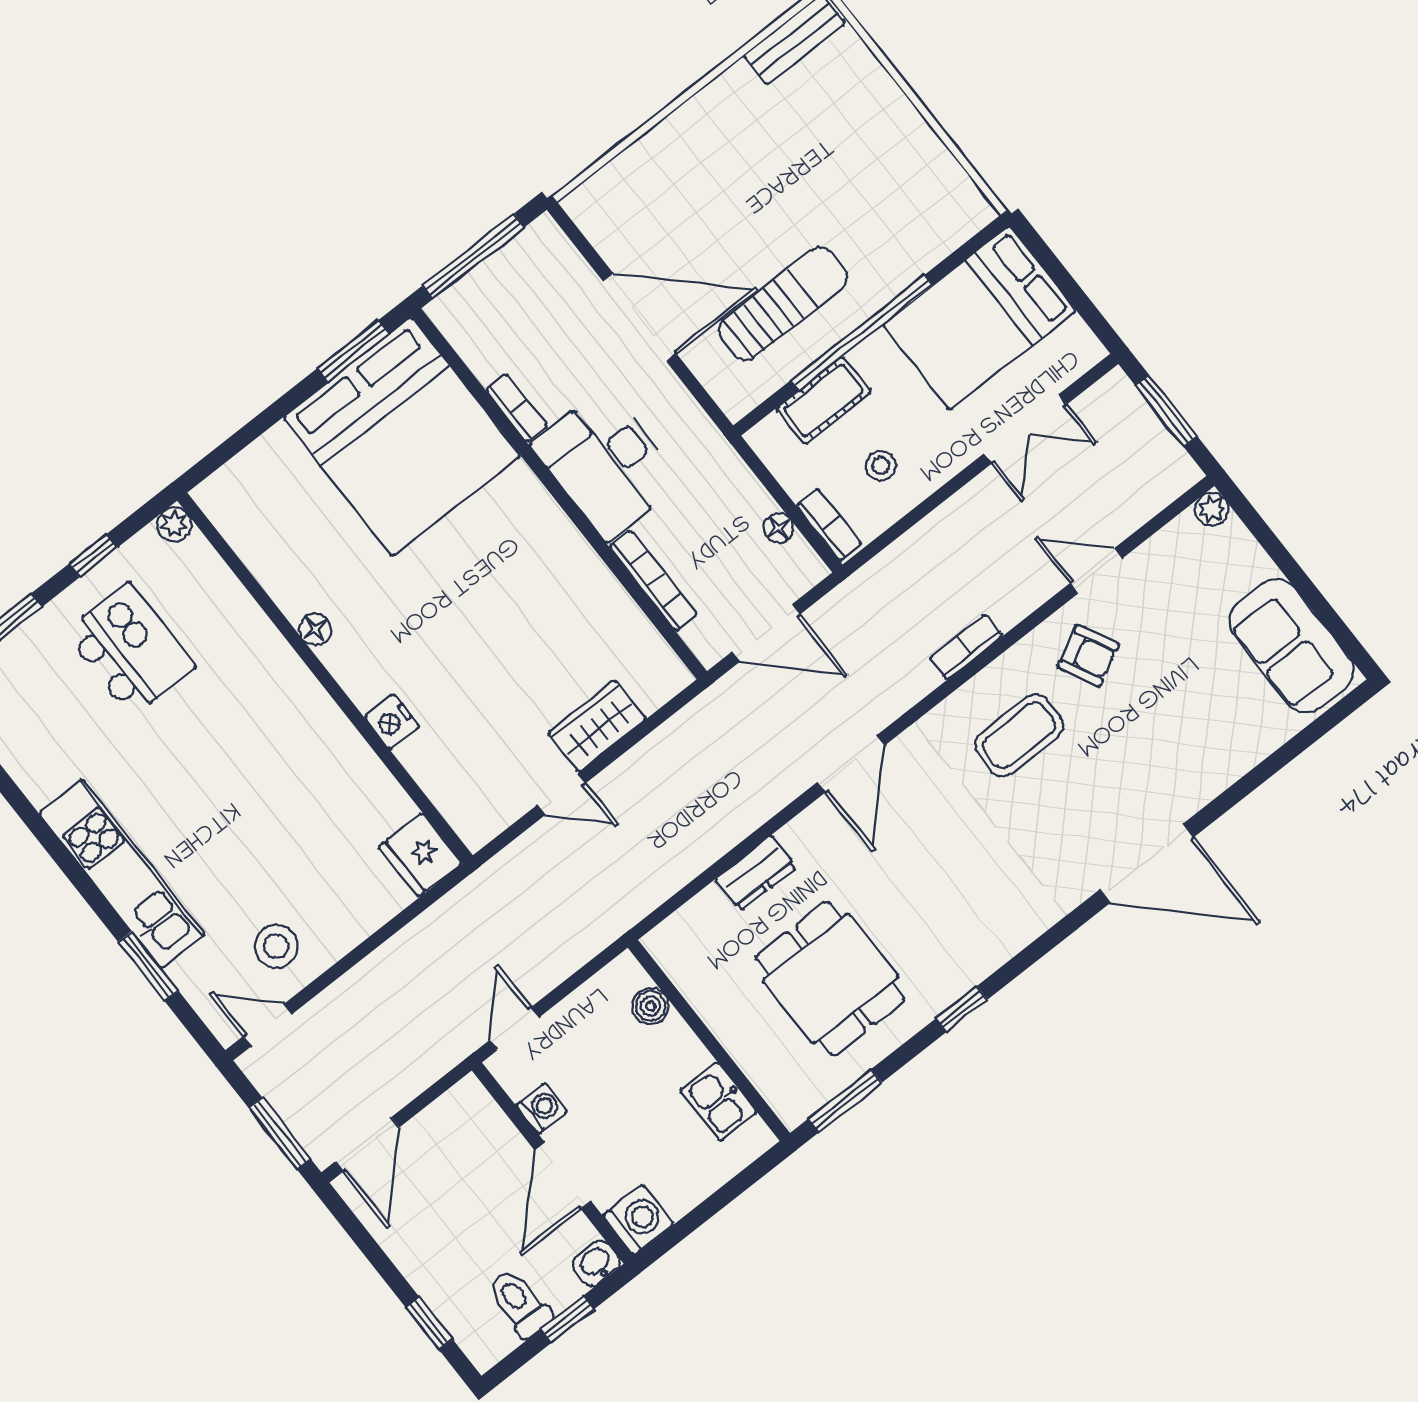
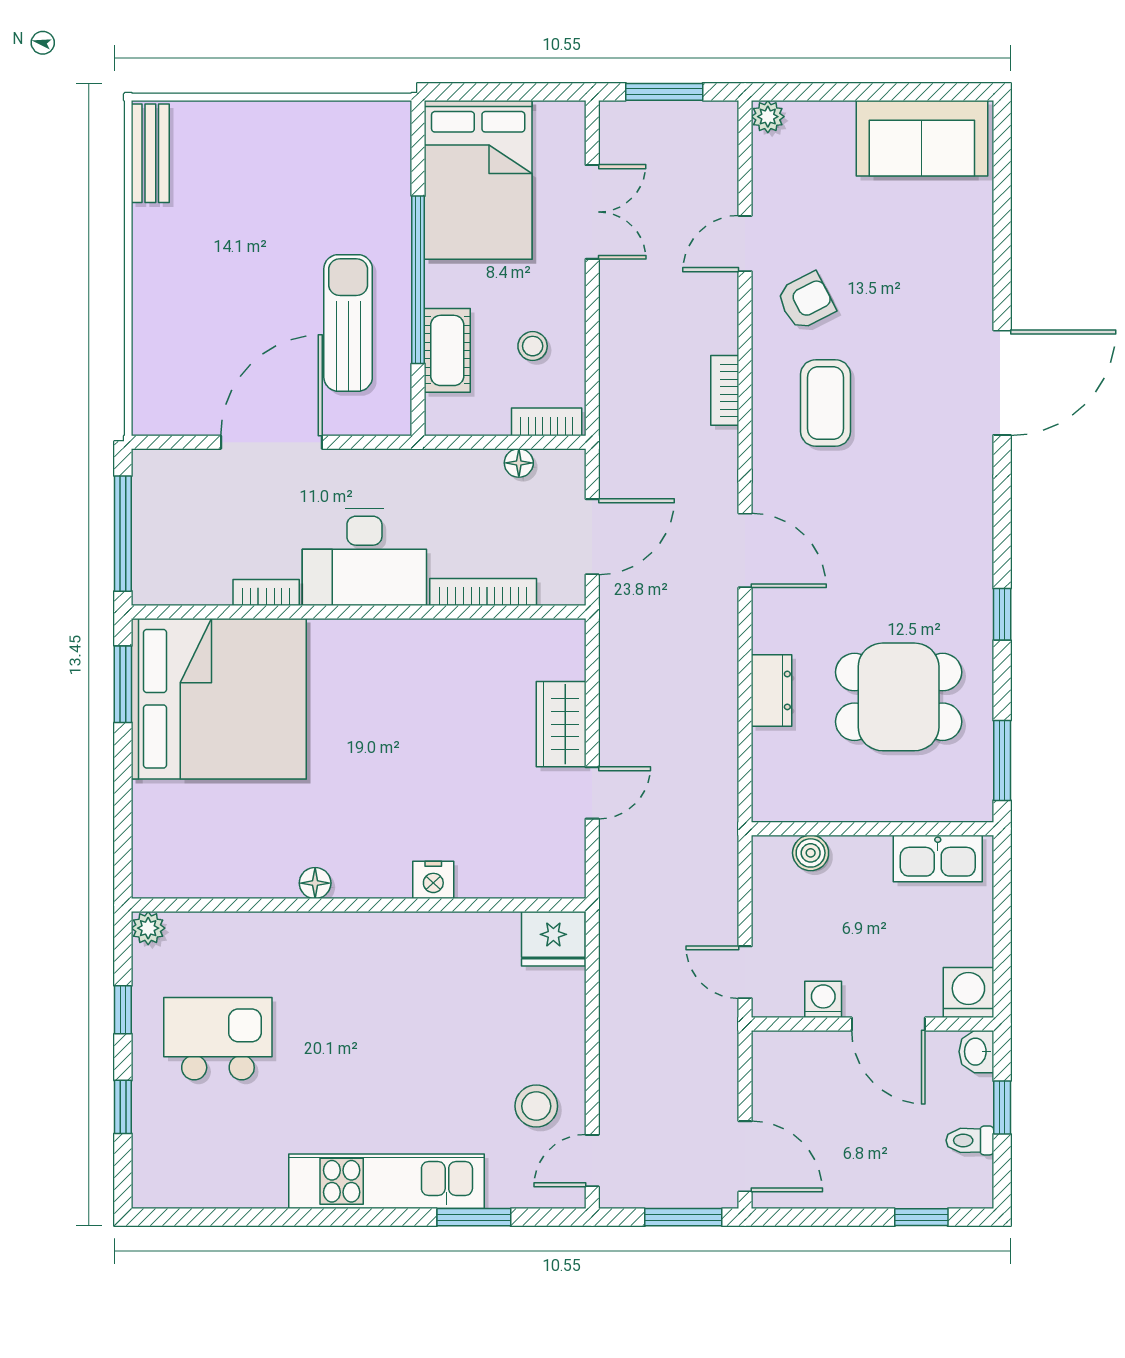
kitchen sink: (719, 1102) -> (938, 858), width x1.38
toilet: (520, 1303) -> (970, 1140), width x0.73, depth x0.72

